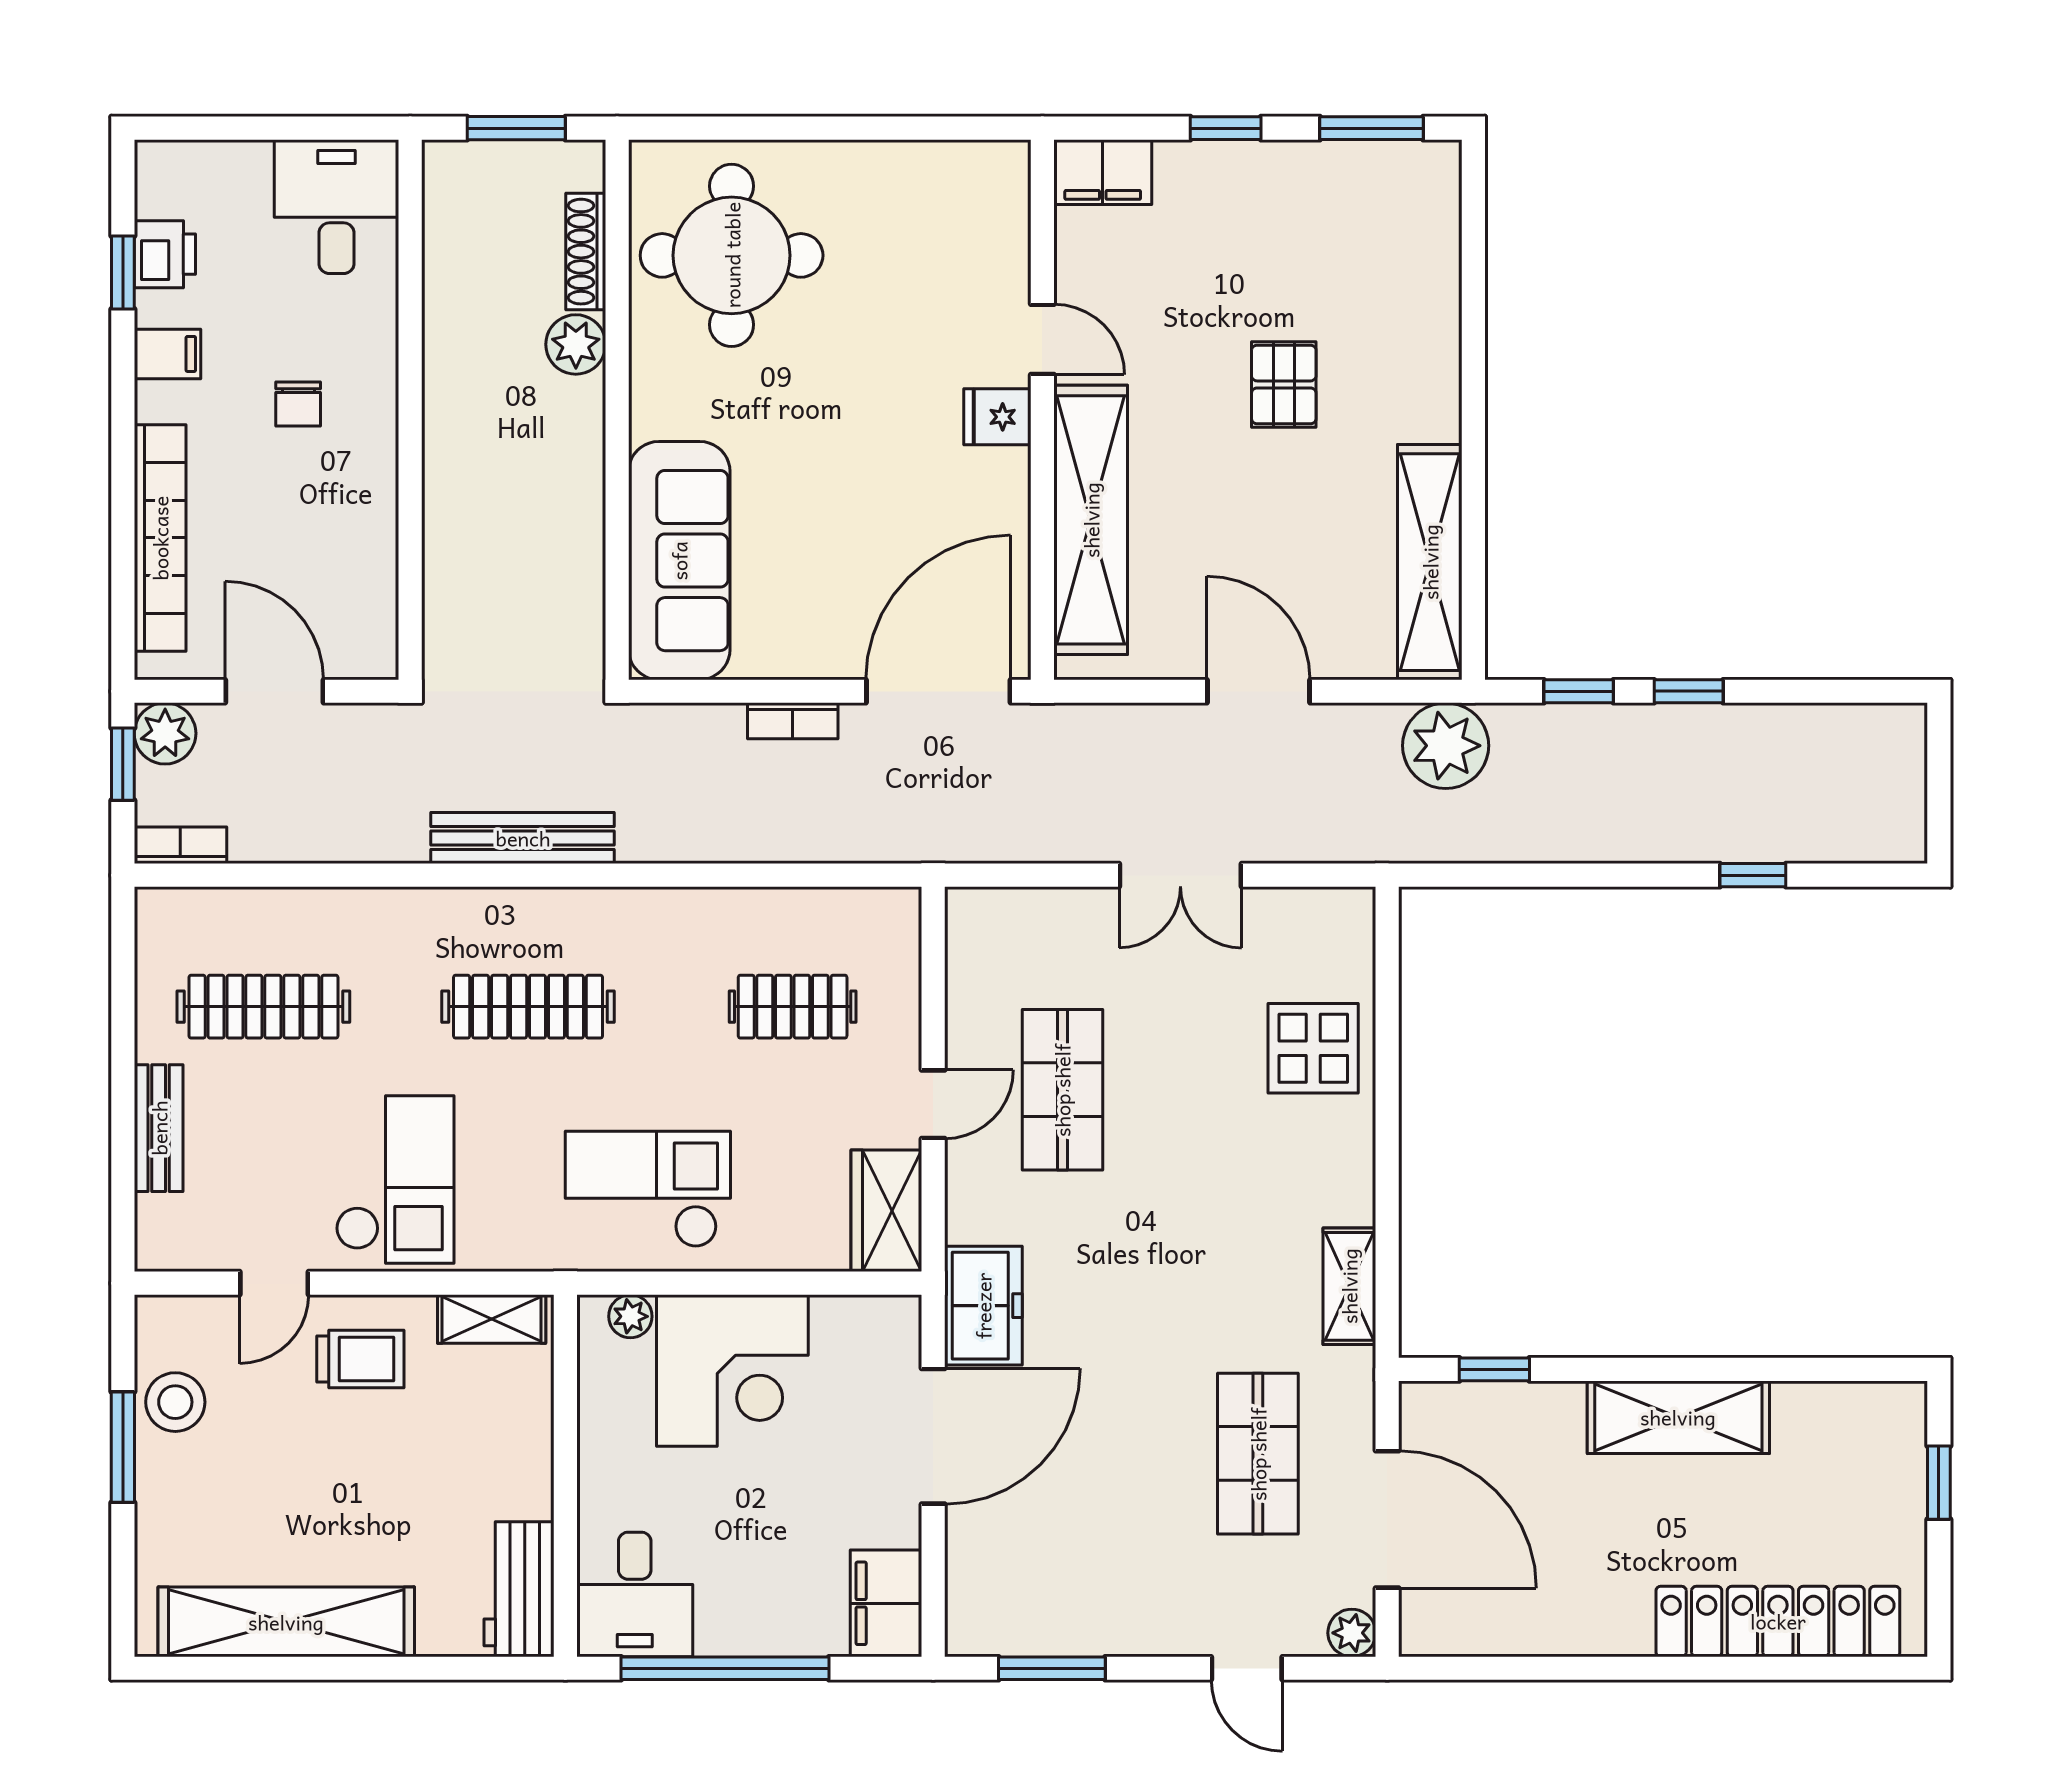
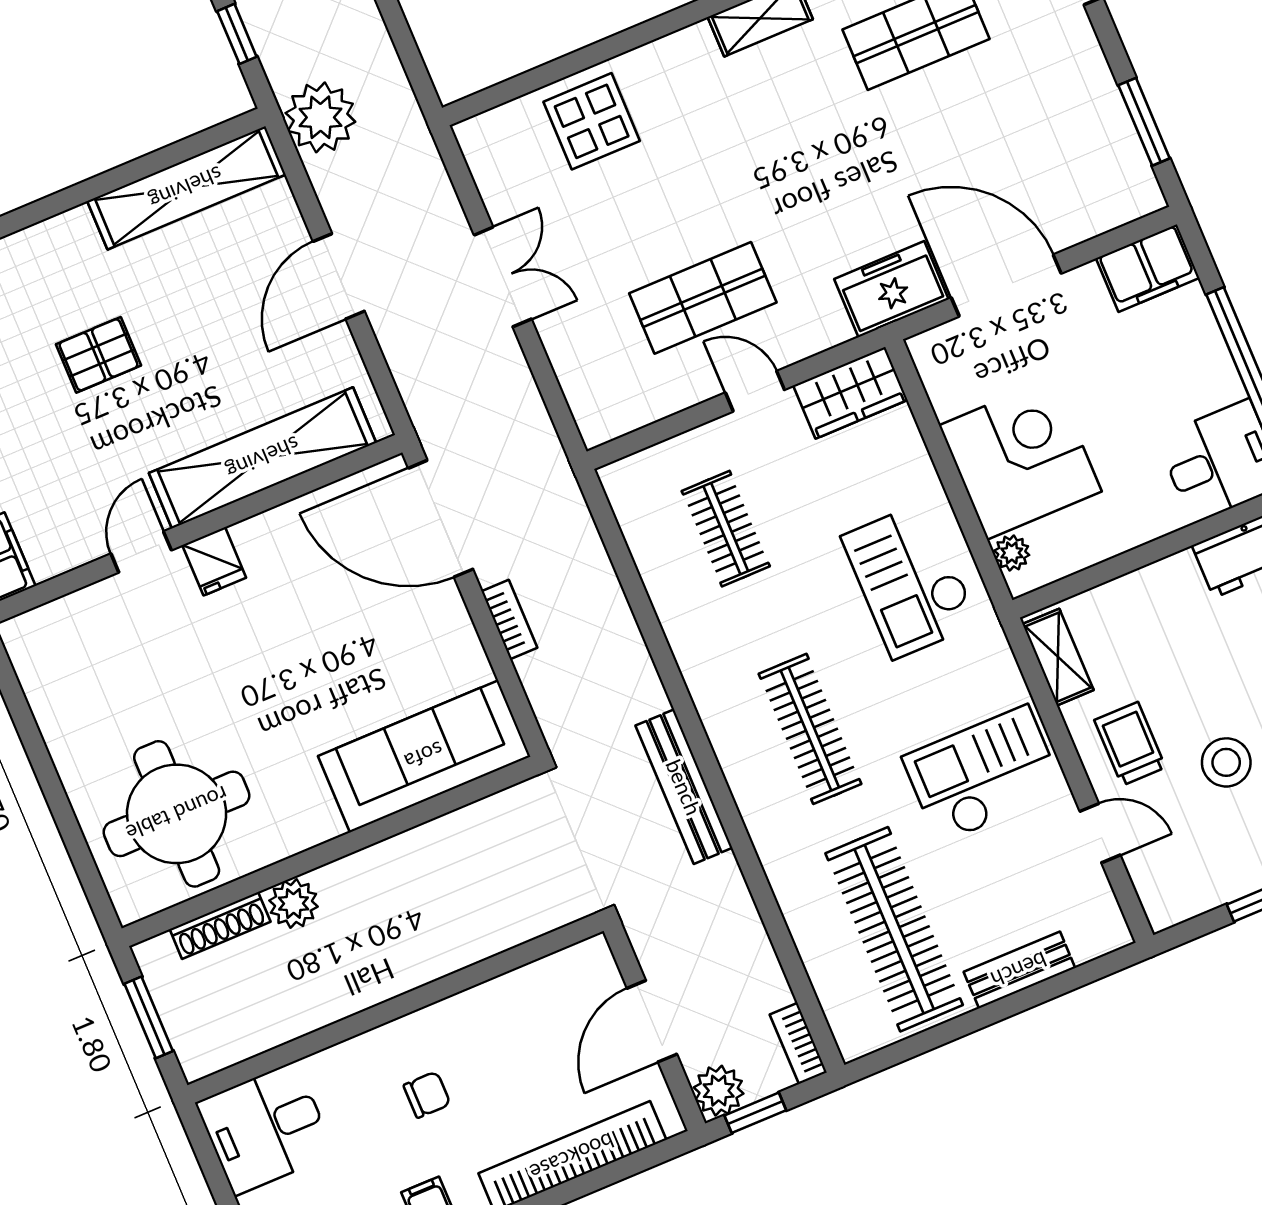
clothes rail: (263, 1007) -> (894, 929), width x1.37, depth x1.31
stool: (175, 1402) -> (1226, 762), moved

